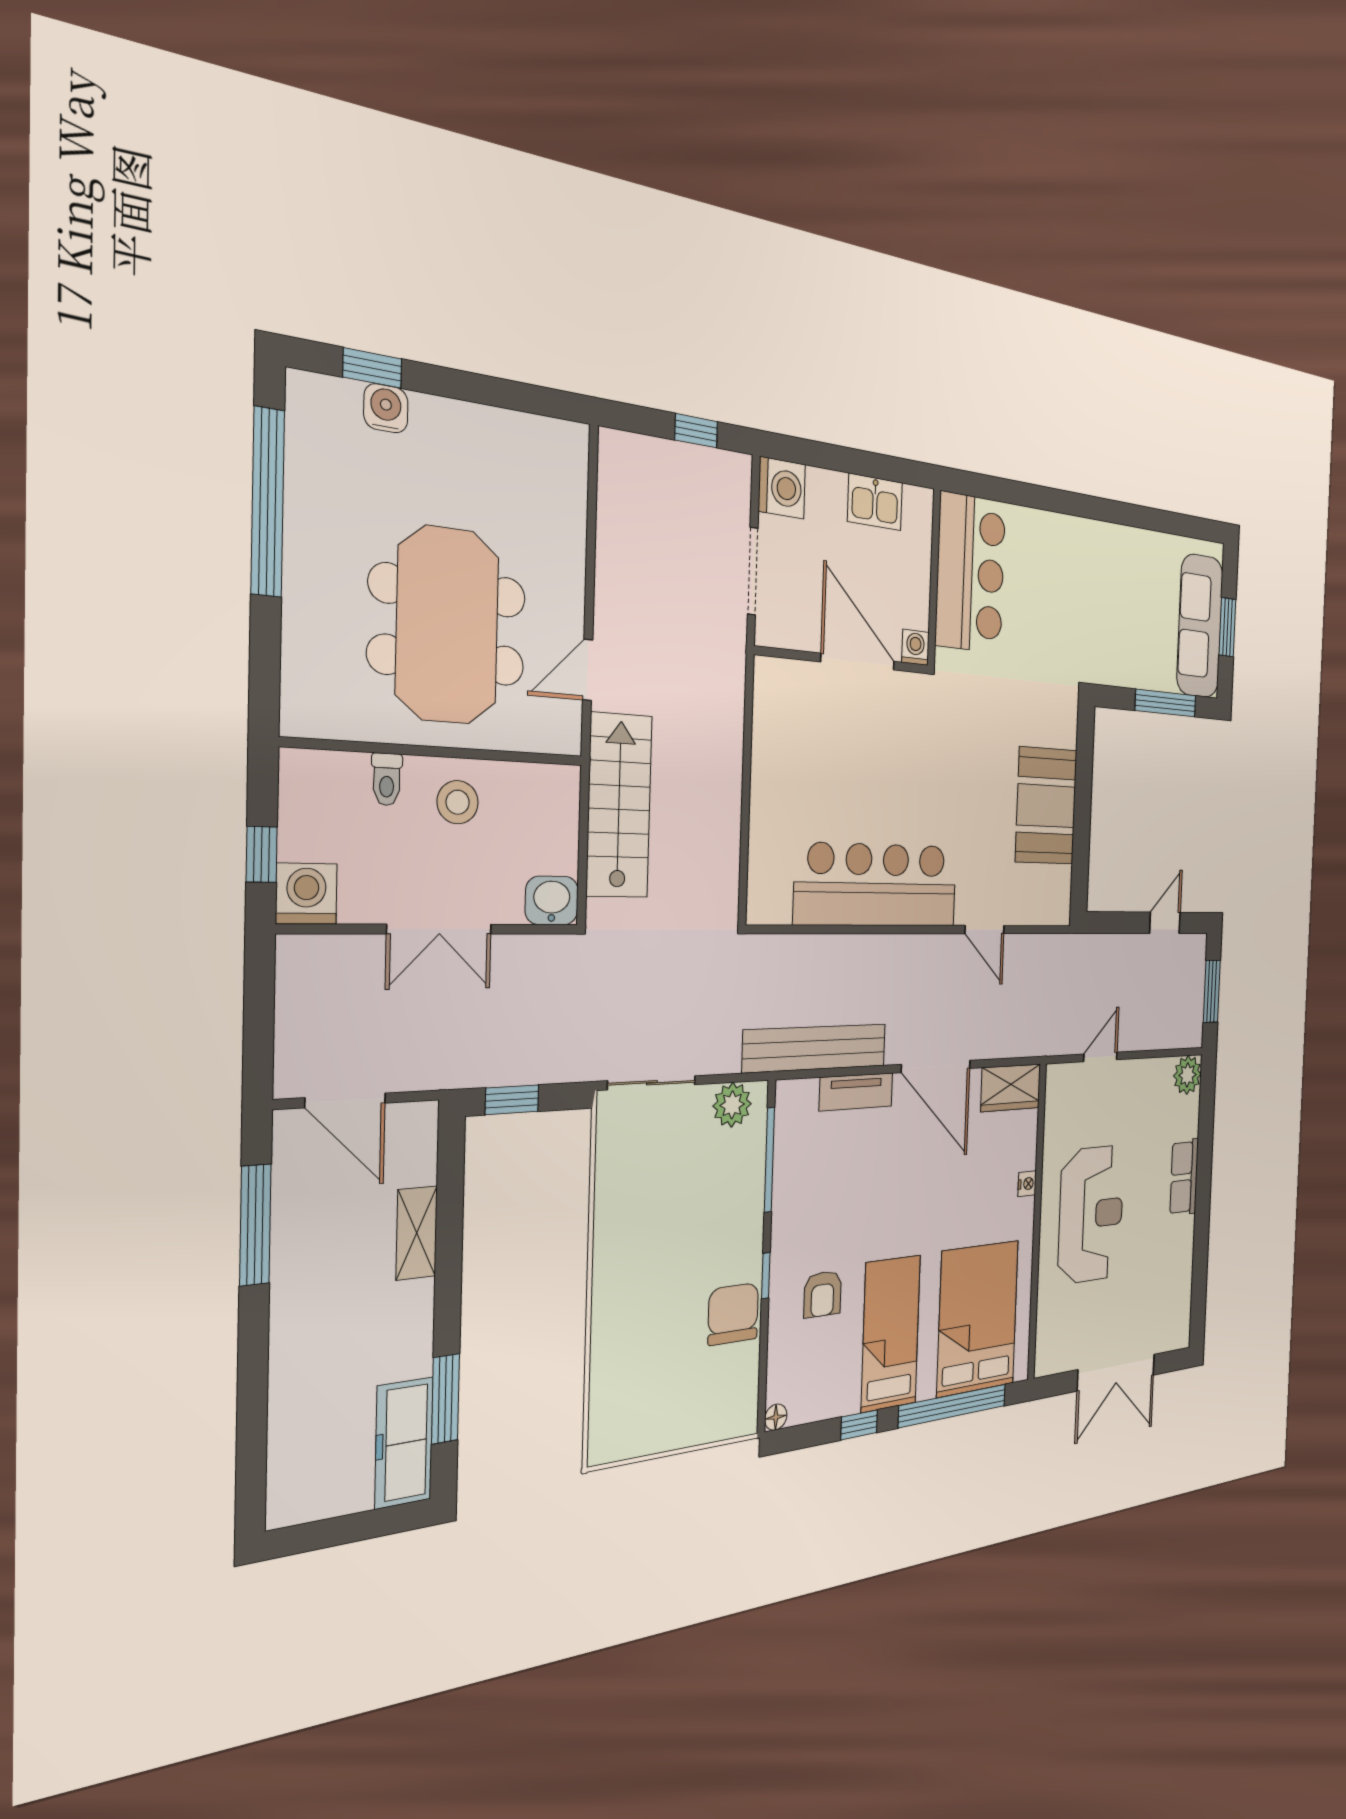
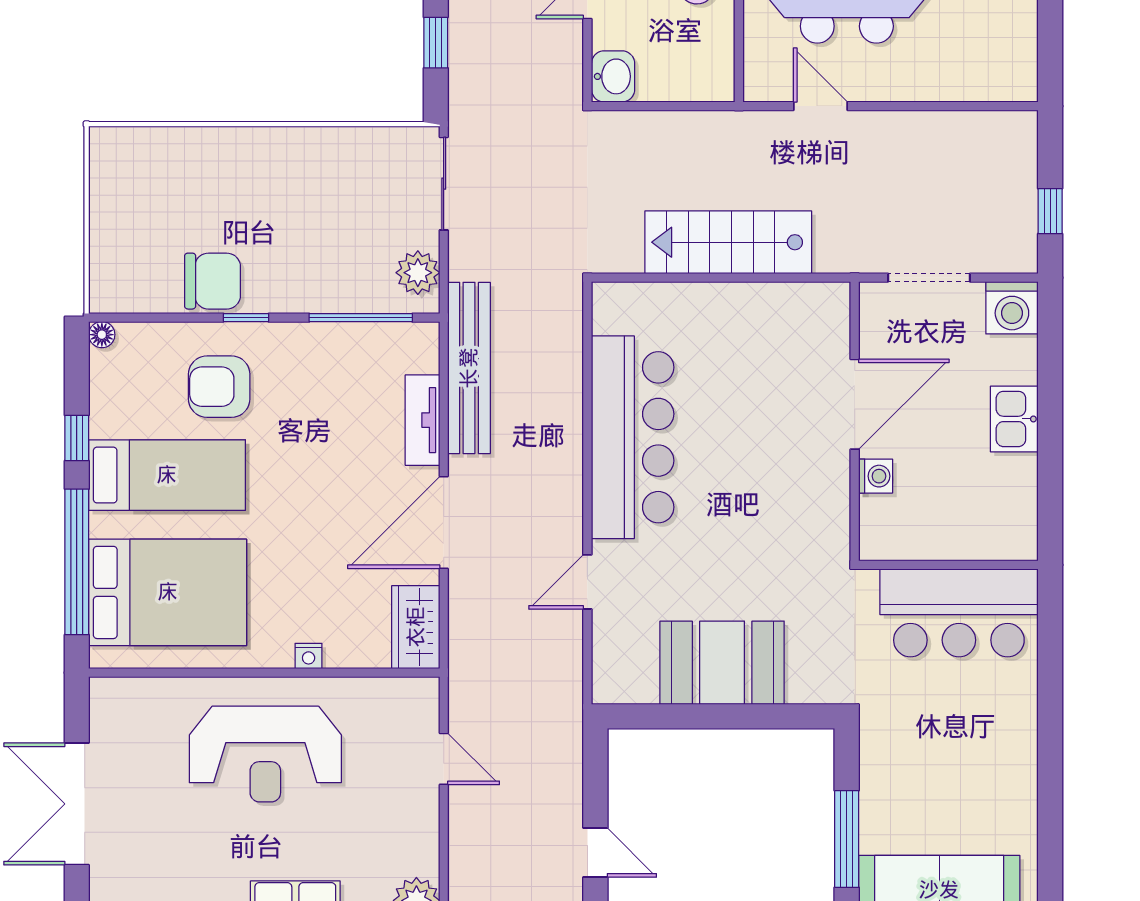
bar counter: (971, 573) -> (959, 613), moved
wall: (934, 578) -> (948, 565), moved
stairs: (619, 806) -> (728, 242), moved, turned 180
armchair: (823, 1294) -> (219, 387), width x1.38, depth x1.38

